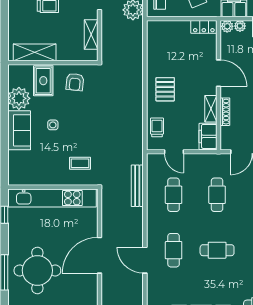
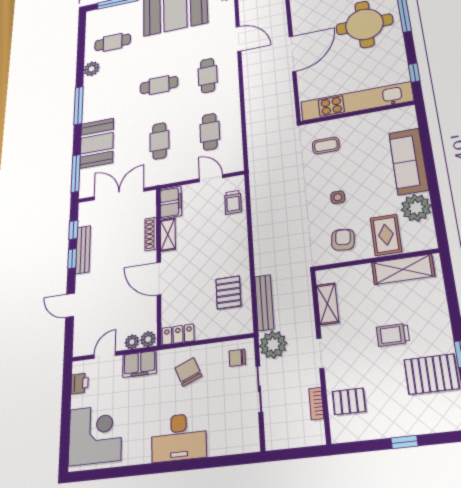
pallet: (165, 89) -> (228, 292), moved
side table: (53, 125) -> (338, 197), moved
sofa: (19, 130) -> (409, 161), width x1.36
bench: (137, 186) -> (264, 302), moved
door: (145, 260) -> (238, 39), moved

